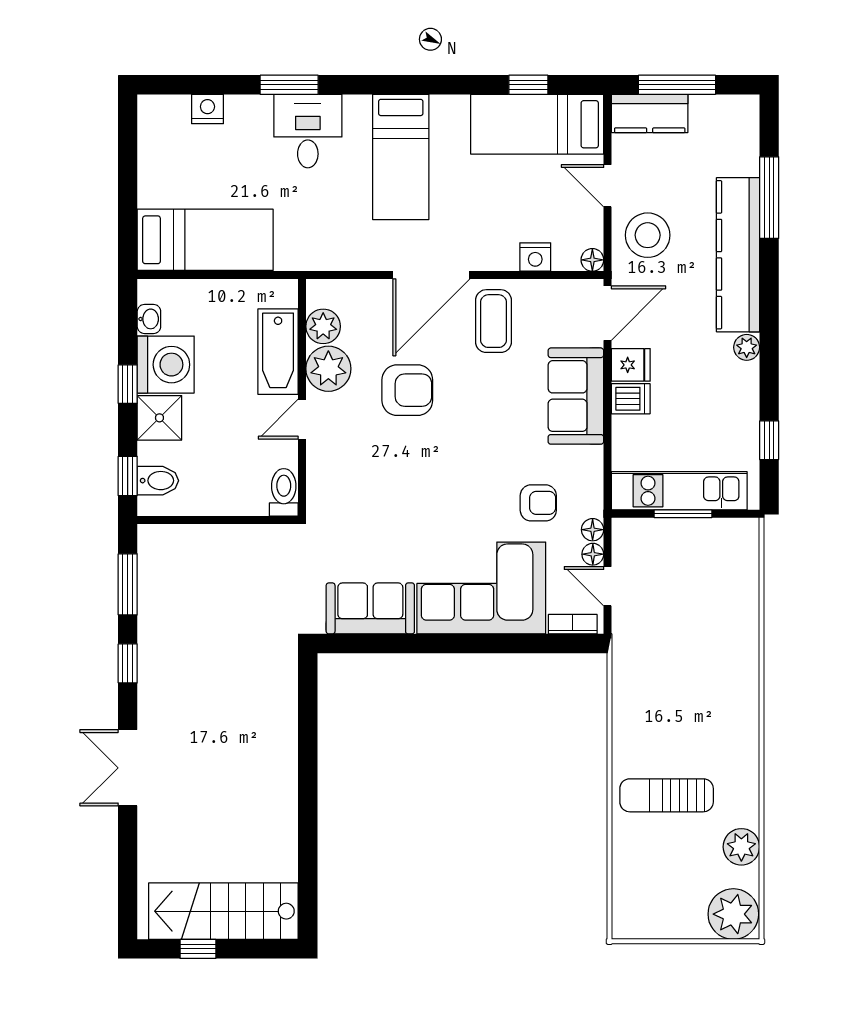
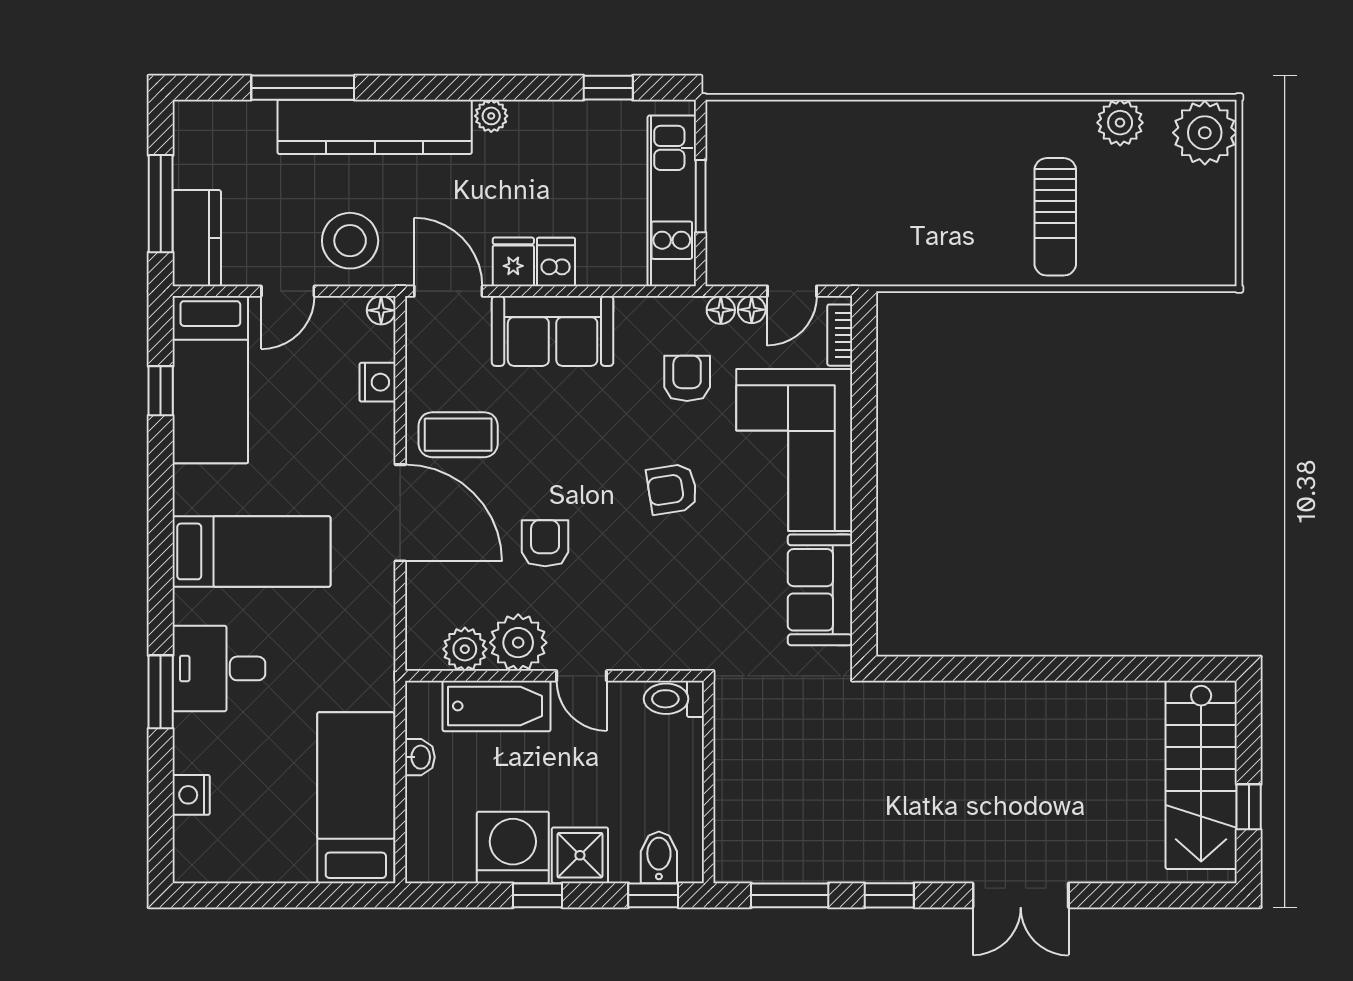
washbasin: (149, 319) -> (420, 757), moved, turned 90
armchair: (407, 390) -> (545, 543), width x0.72, depth x0.72
armchair: (450, 491) -> (672, 489), added

